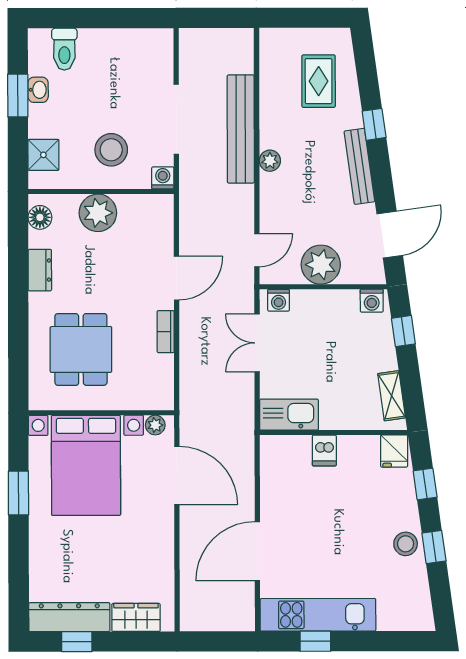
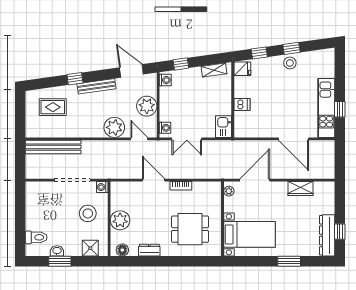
bench: (241, 129) -> (53, 147), moved
plant: (270, 161) -> (114, 127), moved, width x1.87, depth x1.87
kitchen sink: (289, 415) -> (224, 127), width x0.73
bed with nightstands: (86, 465) -> (249, 234), width x0.73
window: (18, 493) -> (289, 261), moved
wardrobe: (136, 617) -> (300, 189), moved, turned -90

